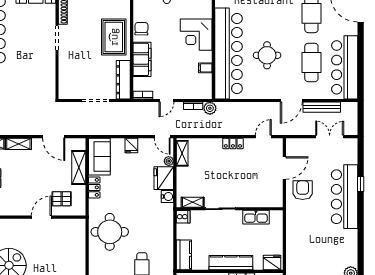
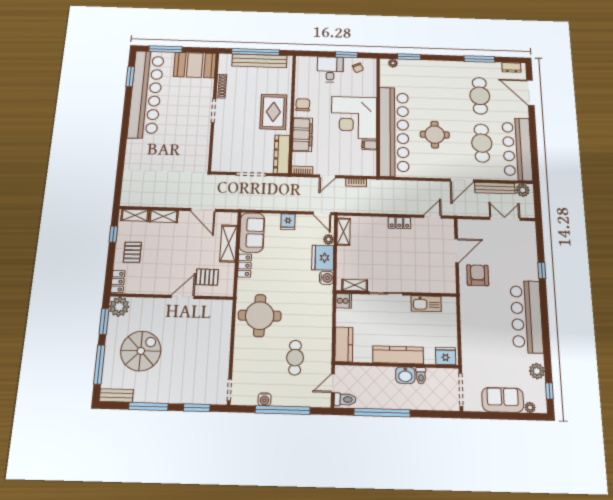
corner desk: (196, 35) -> (354, 118), width x1.36, depth x1.36
plant: (210, 108) -> (523, 190), moved
bar counter: (345, 197) -> (527, 316), moved

